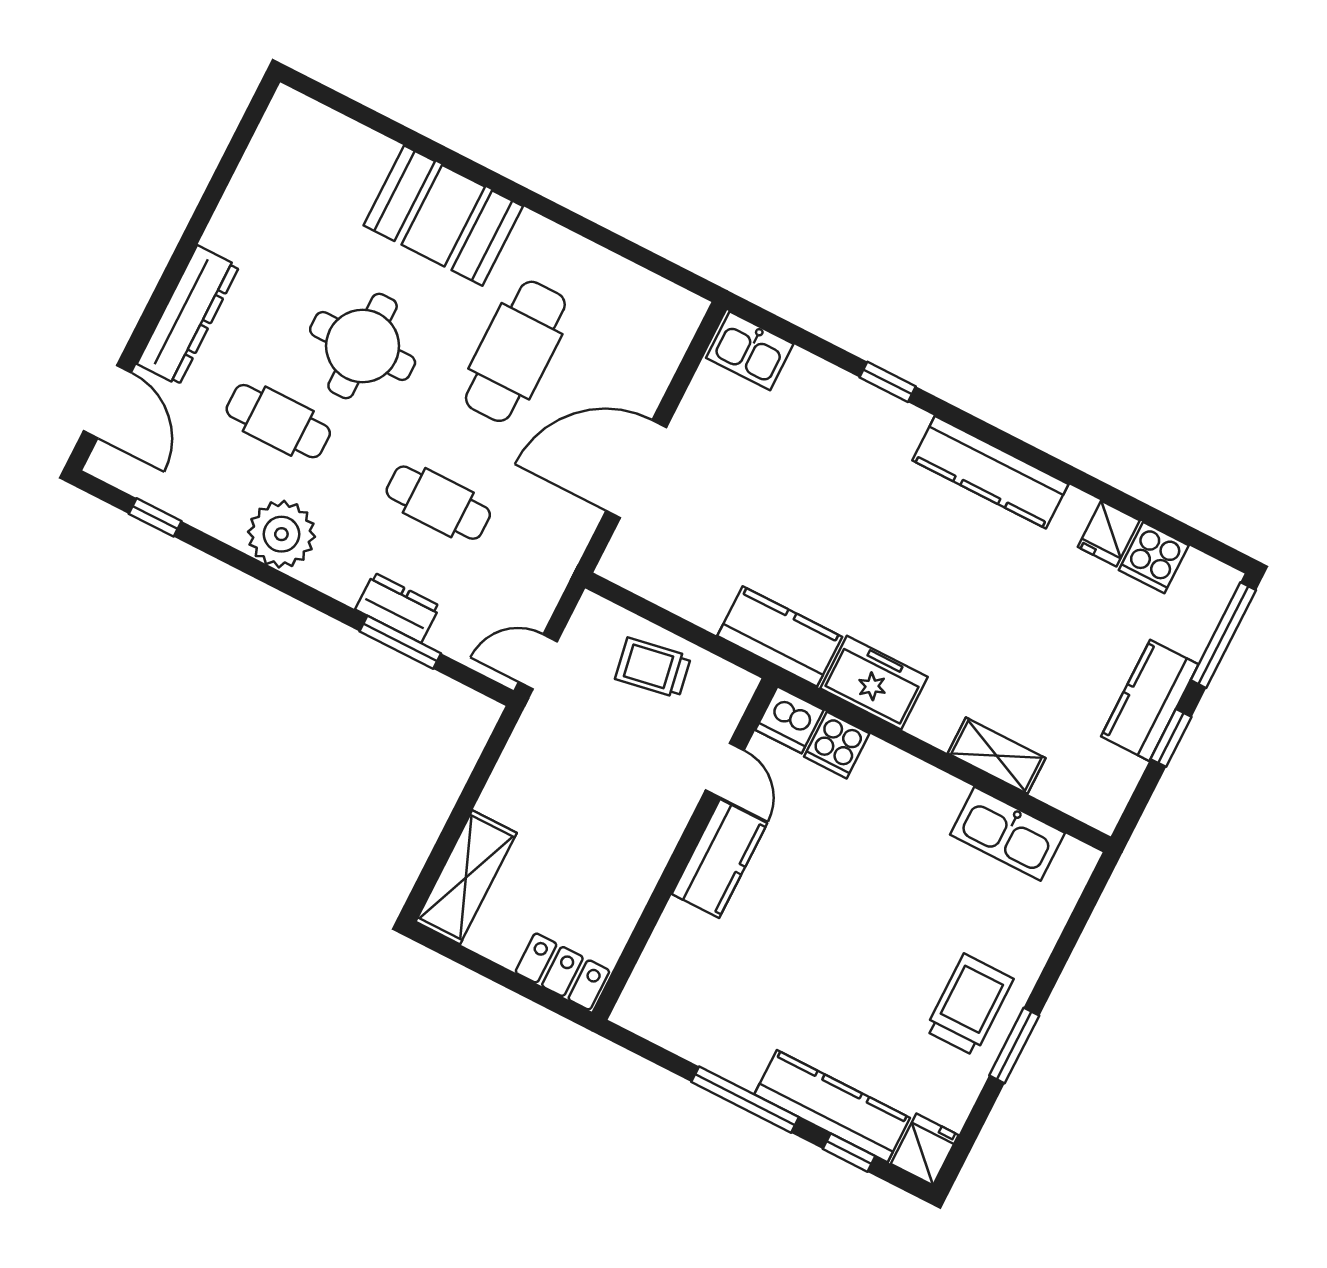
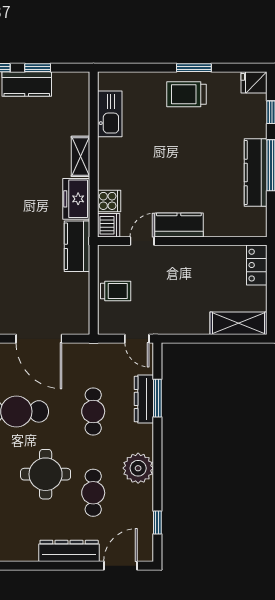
dresser: (398, 608) -> (144, 399), width x1.44
trolley: (653, 668) -> (116, 291), turned -80
shelving: (997, 756) -> (80, 156), moved
kitchen counter: (832, 1106) -> (256, 173), moved

